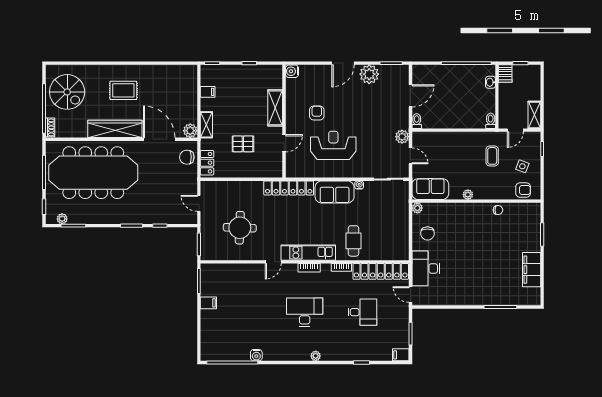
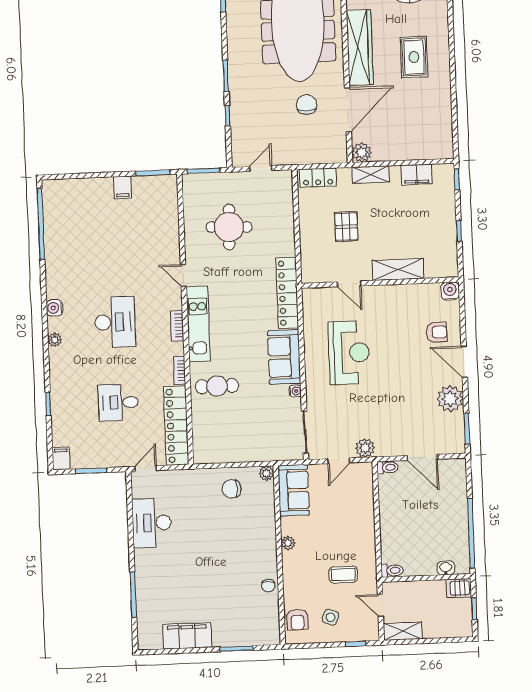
filing cabinet: (208, 92) -> (417, 175), width x2.00
armchair: (317, 113) -> (437, 332), moved
chair: (187, 157) -> (307, 105), moved
desk: (426, 268) -> (152, 523), moved, turned -90
desk: (362, 312) -> (118, 402), turned 90
water cooler: (256, 355) -> (54, 308), moved

